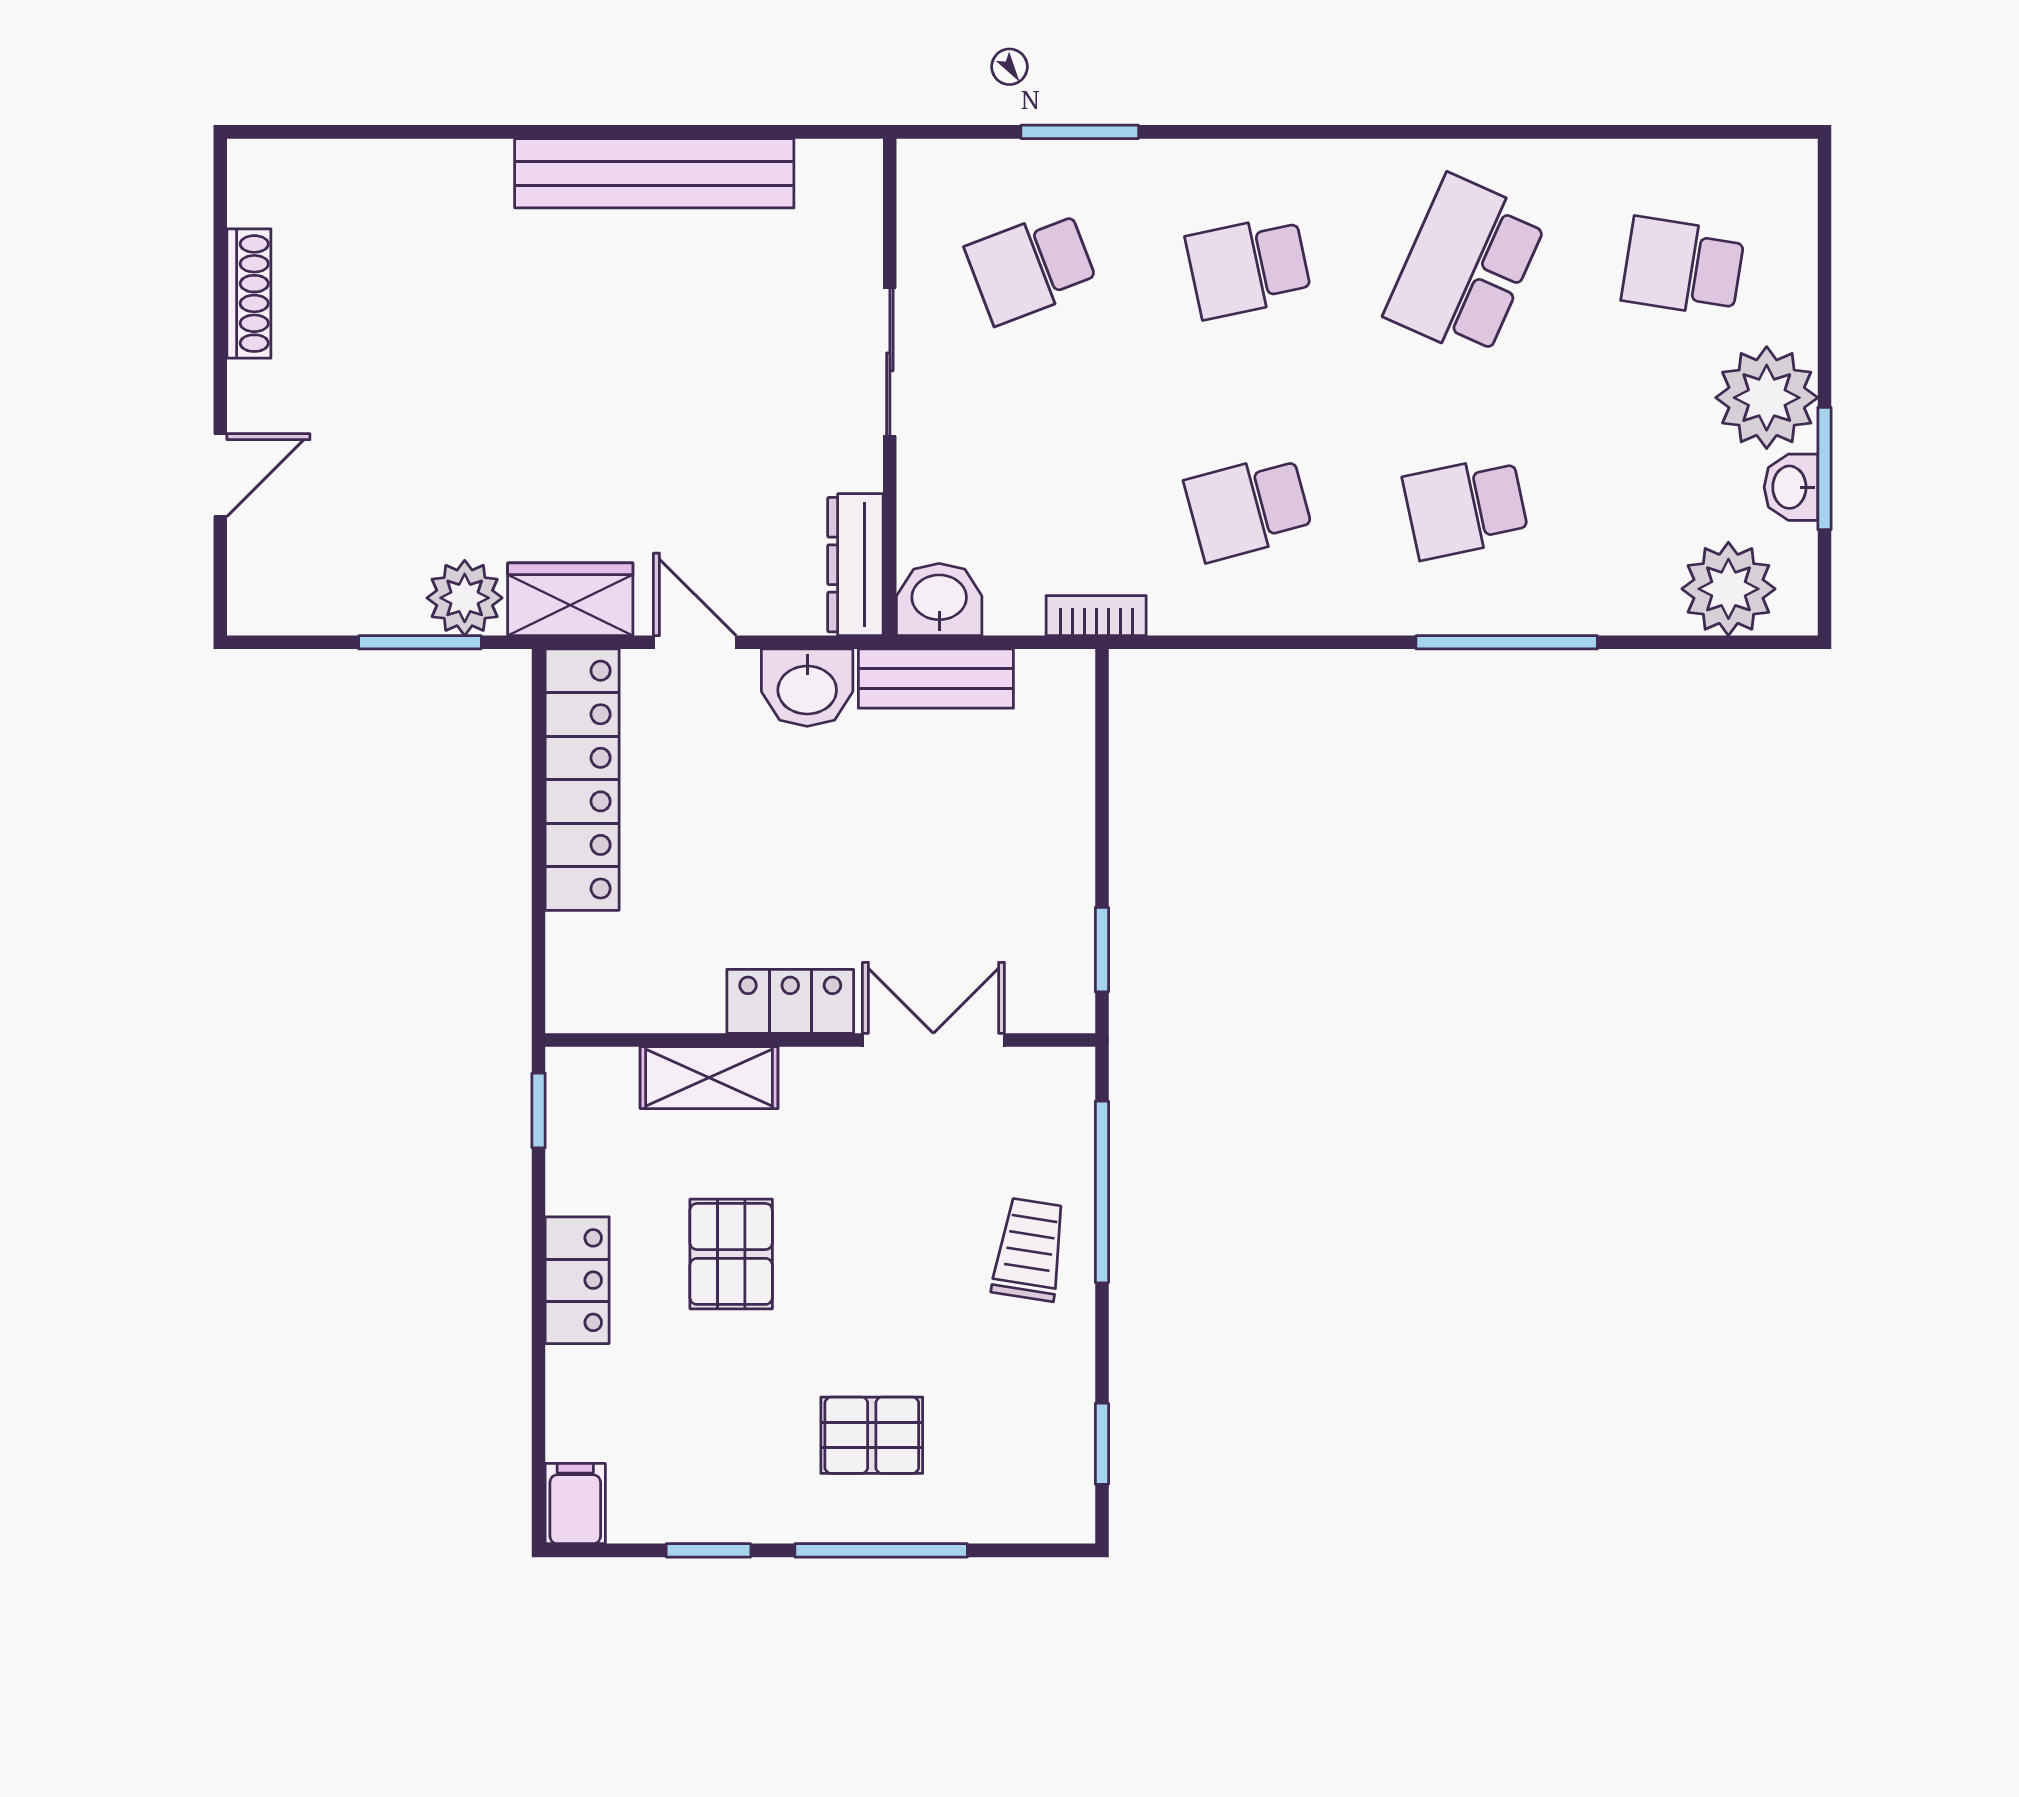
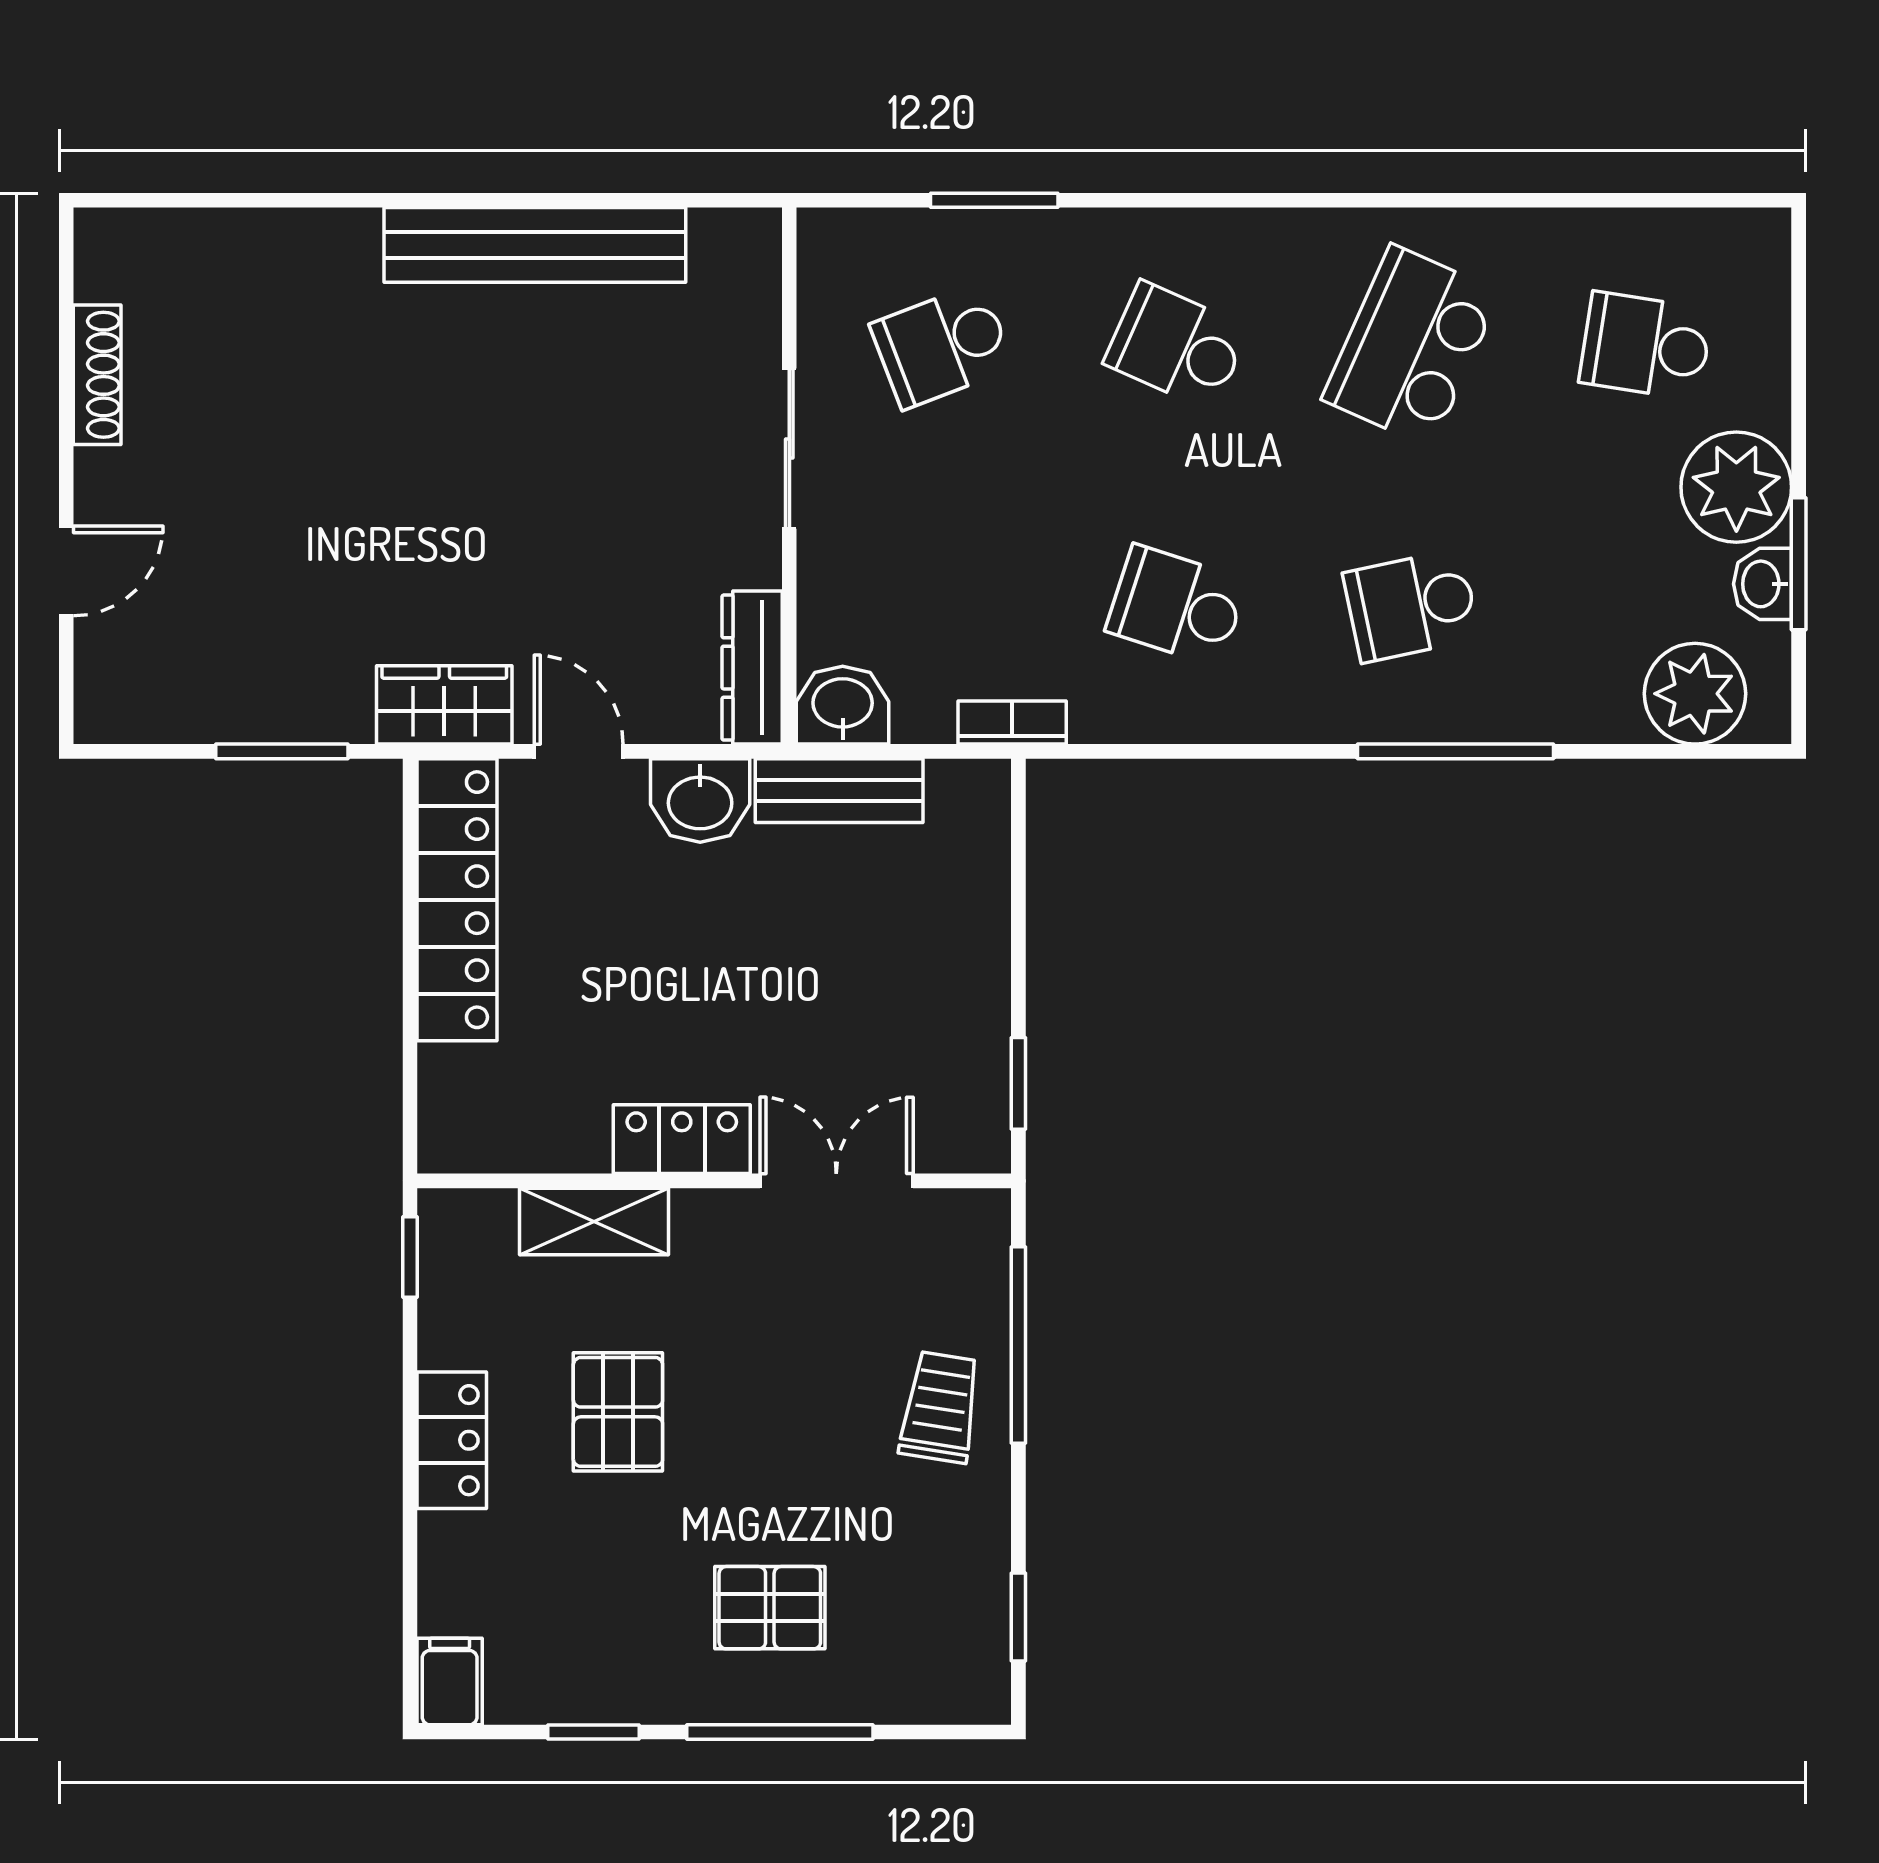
school desk: (1249, 267) -> (1177, 346), turned 36
school desk: (1249, 507) -> (1177, 606), turned 33
plant: (465, 598) -> (330, 703), removed

